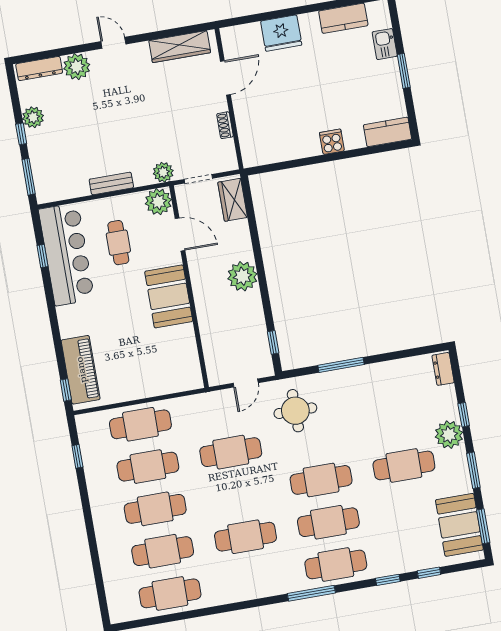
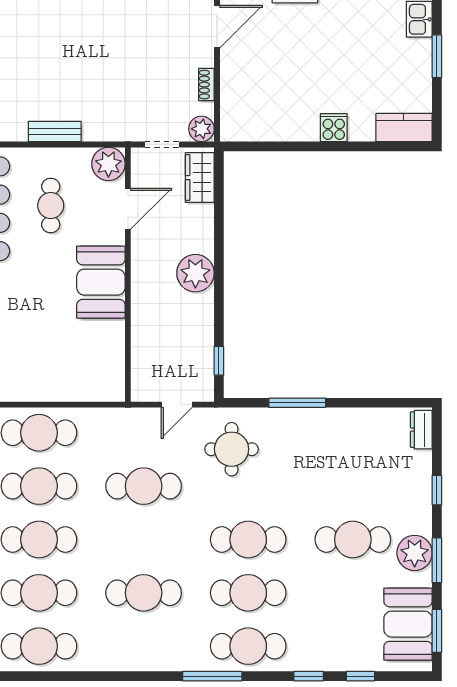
plant: (163, 172) -> (201, 129), moved
door: (180, 234) -> (128, 209), hinge flipped
plant: (449, 435) -> (415, 553), moved

